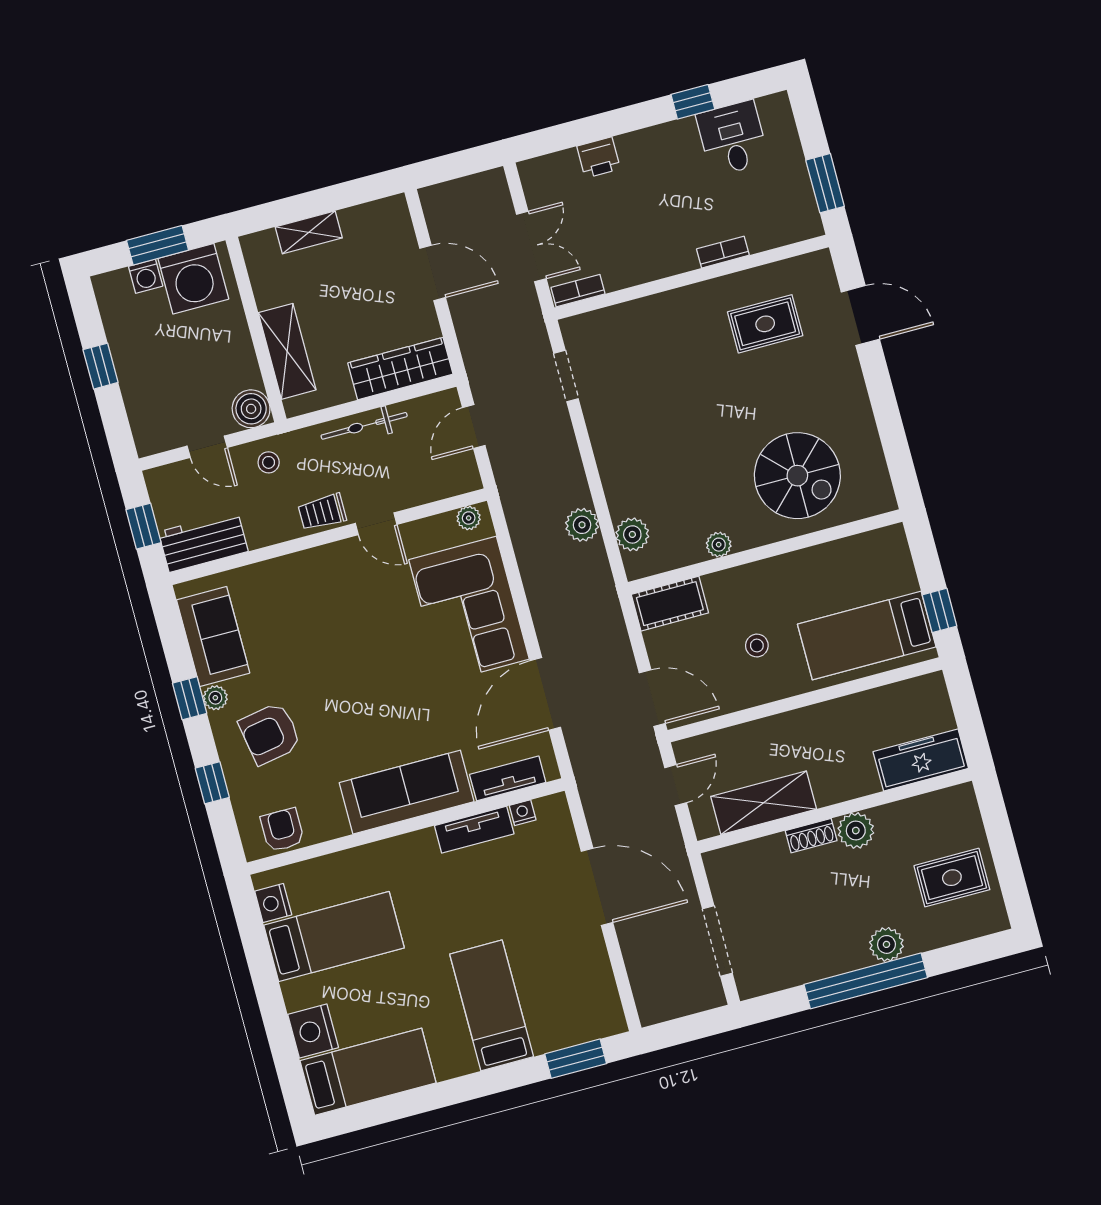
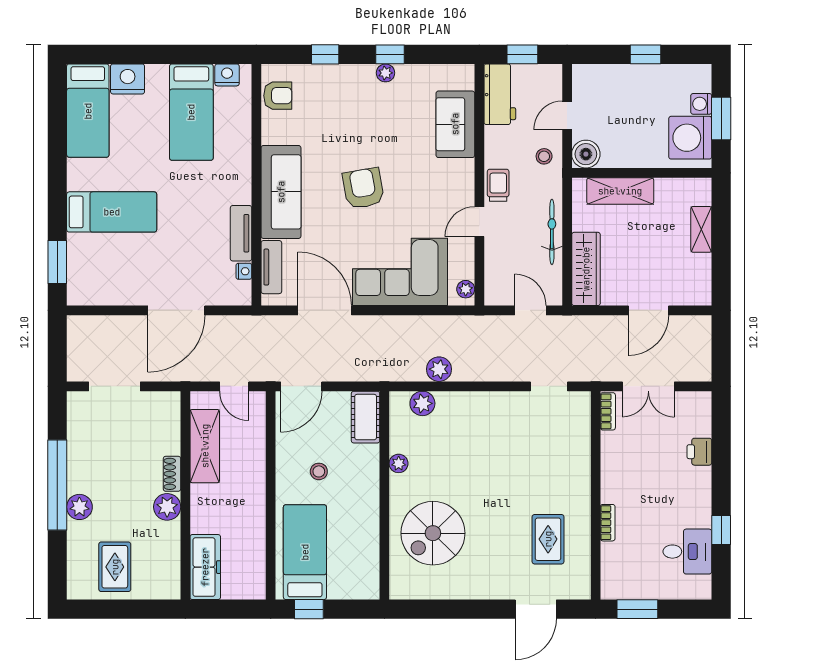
sofa: (213, 637) -> (455, 124), moved, turned 90
armchair: (270, 734) -> (363, 188), moved

